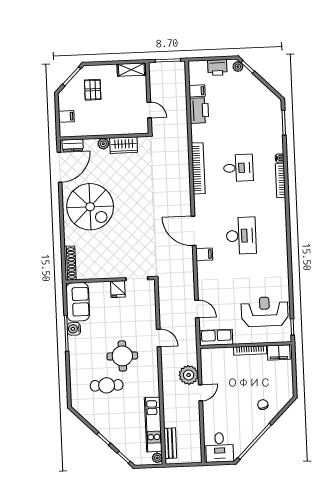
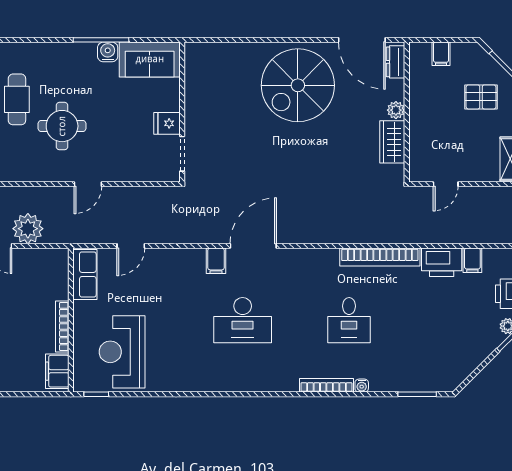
bookcase: (198, 168) -> (380, 257), moved
shoe rack: (70, 263) -> (211, 50), removed
reception desk: (265, 312) -> (122, 352), turned 180

